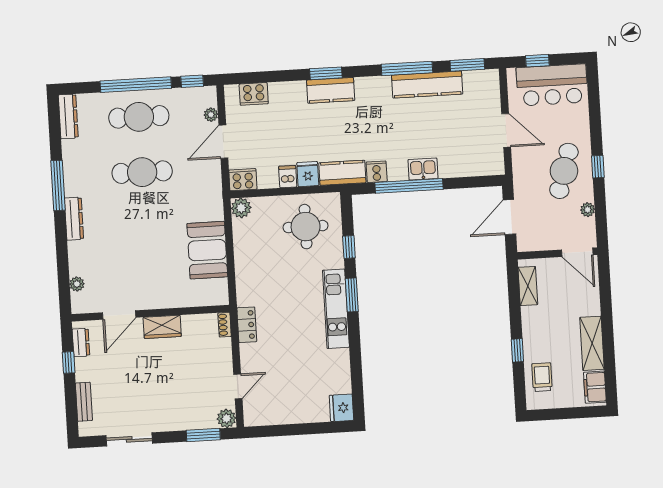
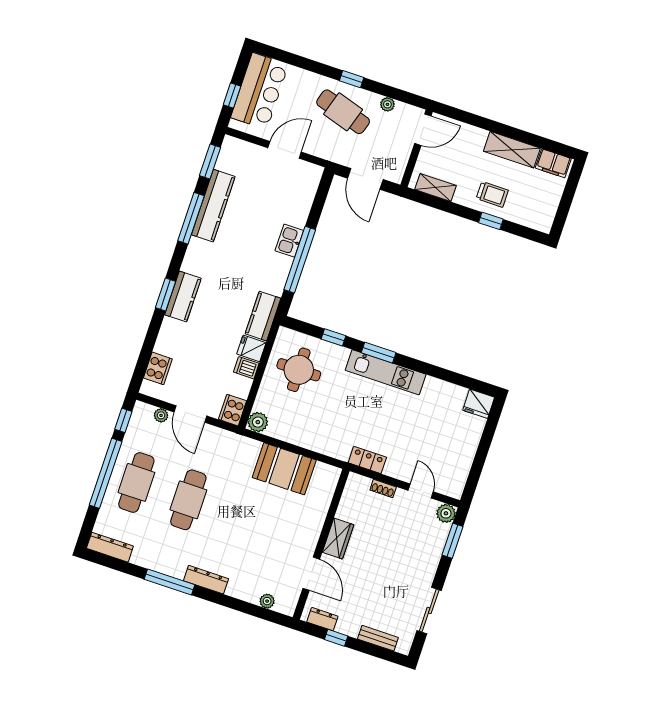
cooker: (377, 172) -> (275, 284), removed
shoe rack: (225, 325) -> (383, 489), moved
trolley: (542, 377) -> (492, 194), moved, turned 180

